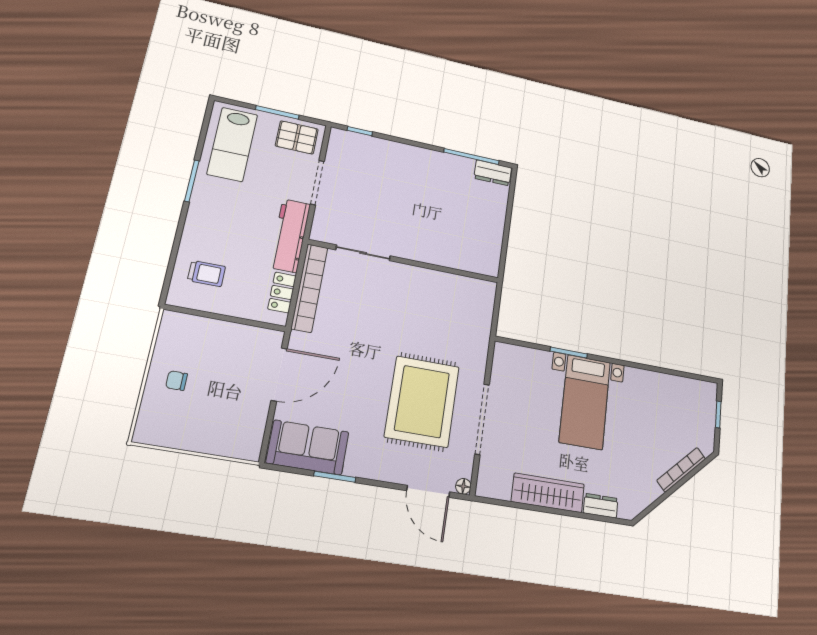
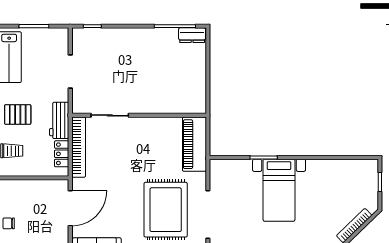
pallet: (297, 137) -> (18, 114), moved
workbench: (290, 236) -> (59, 120), width x0.73
piano: (476, 316) -> (194, 144), added

